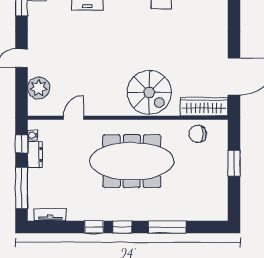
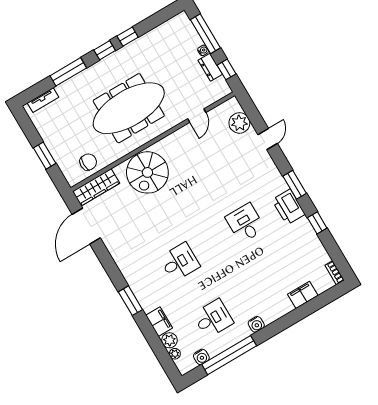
spiral stairs: (149, 92) -> (147, 172), turned -90
water cooler: (33, 135) -> (203, 50), moved
tv unit: (50, 215) -> (43, 100), moved

